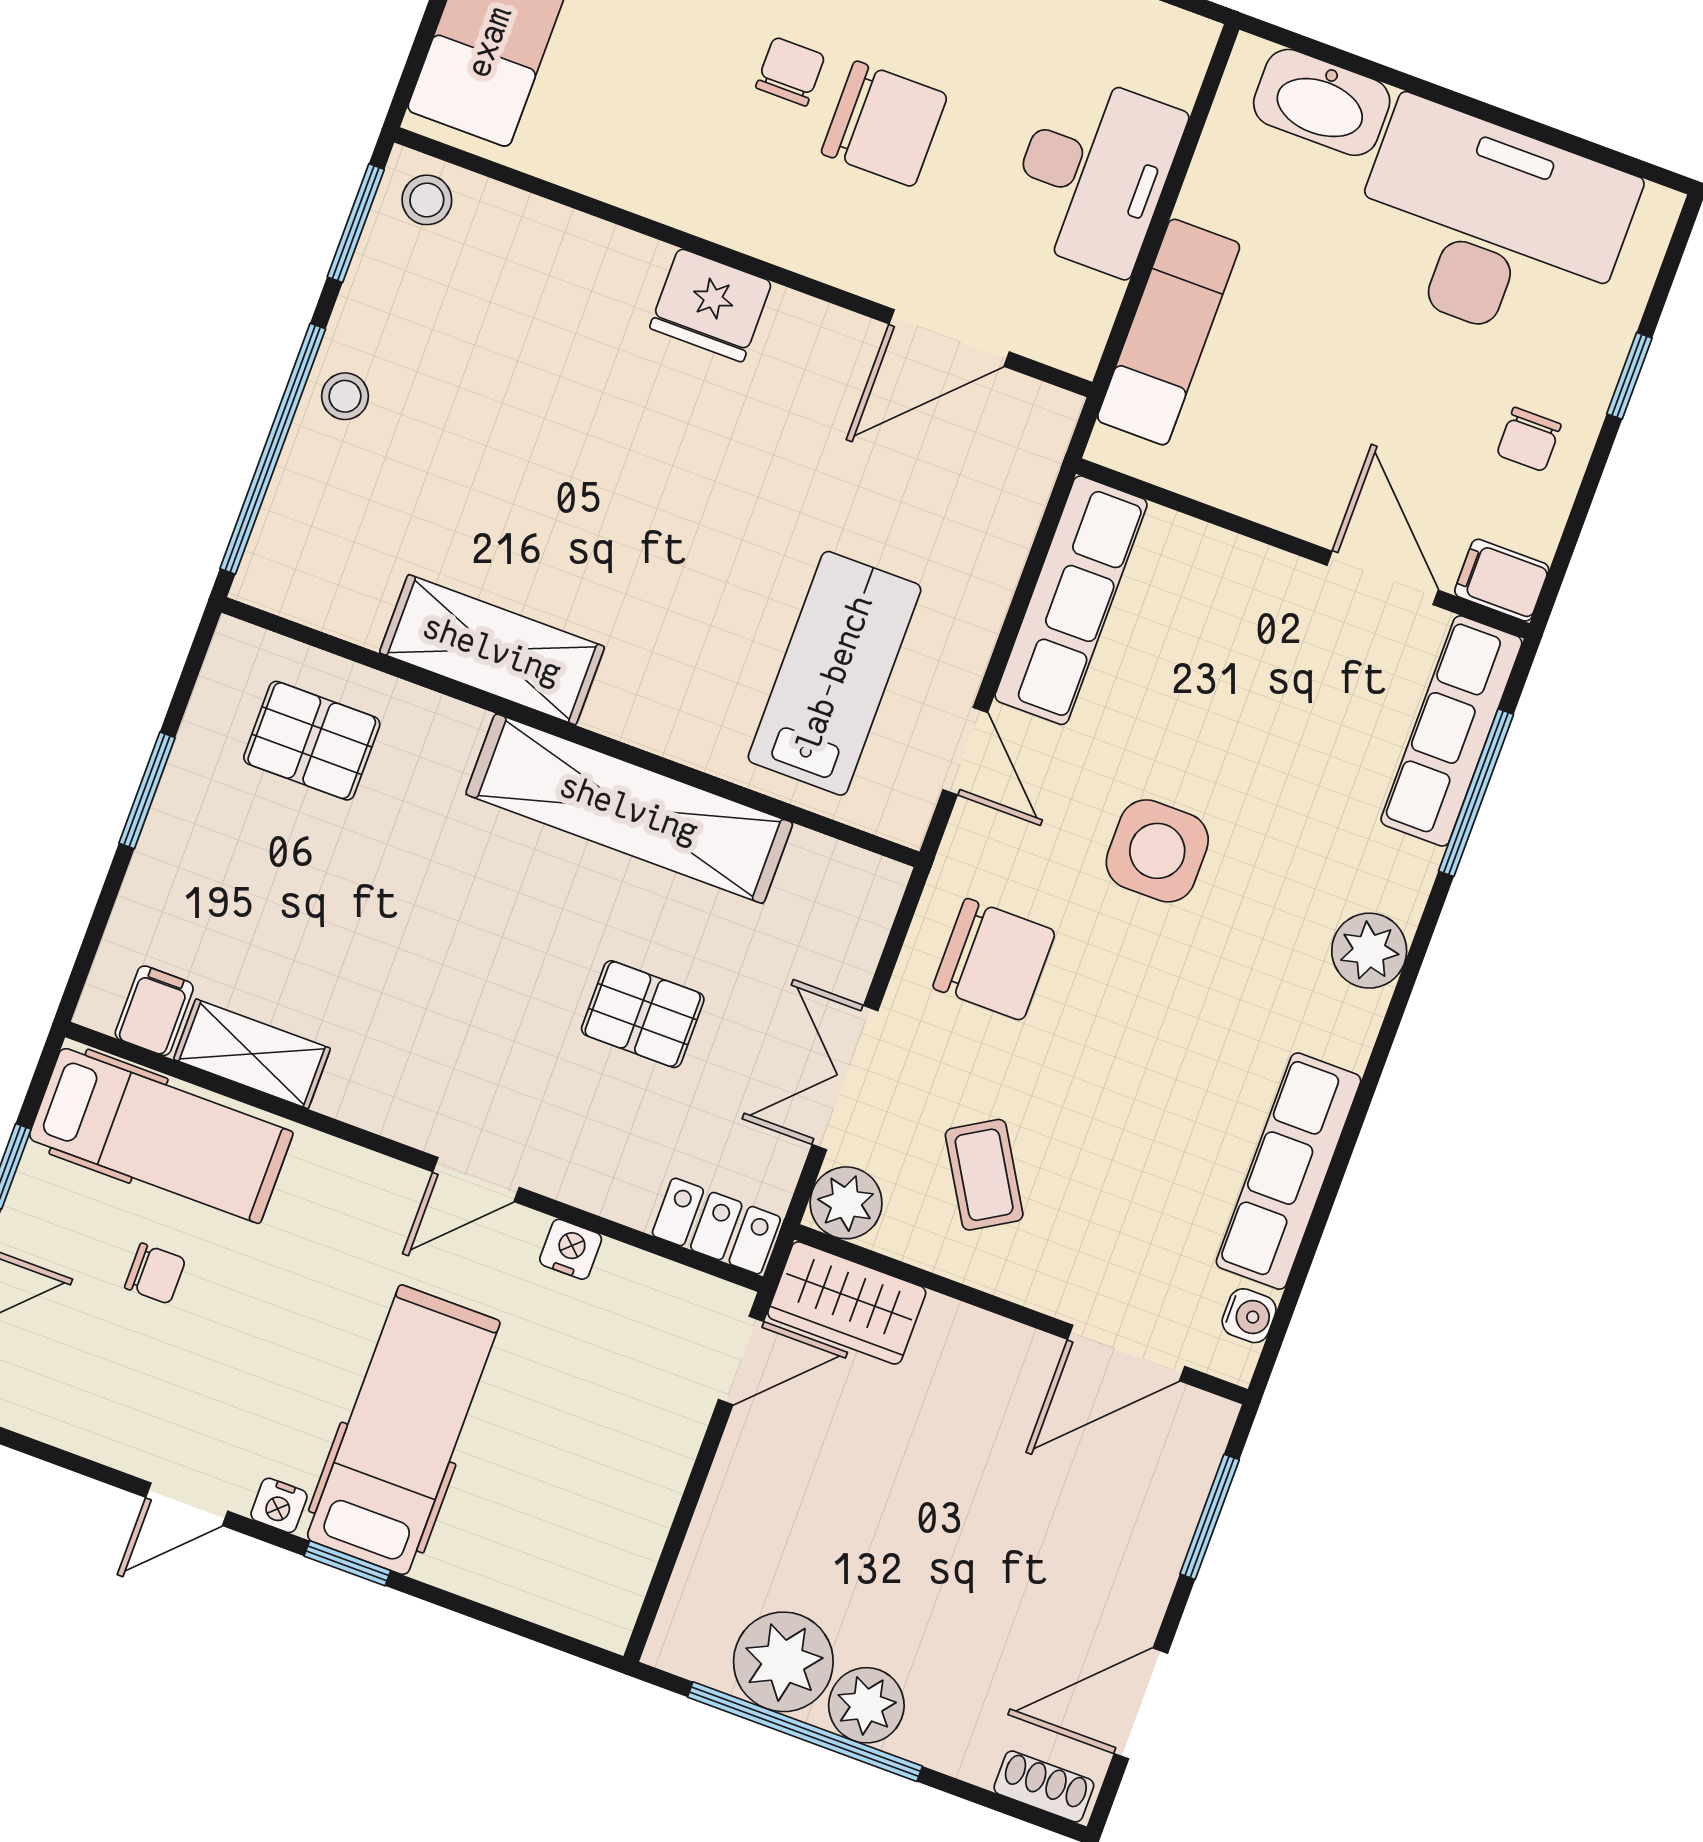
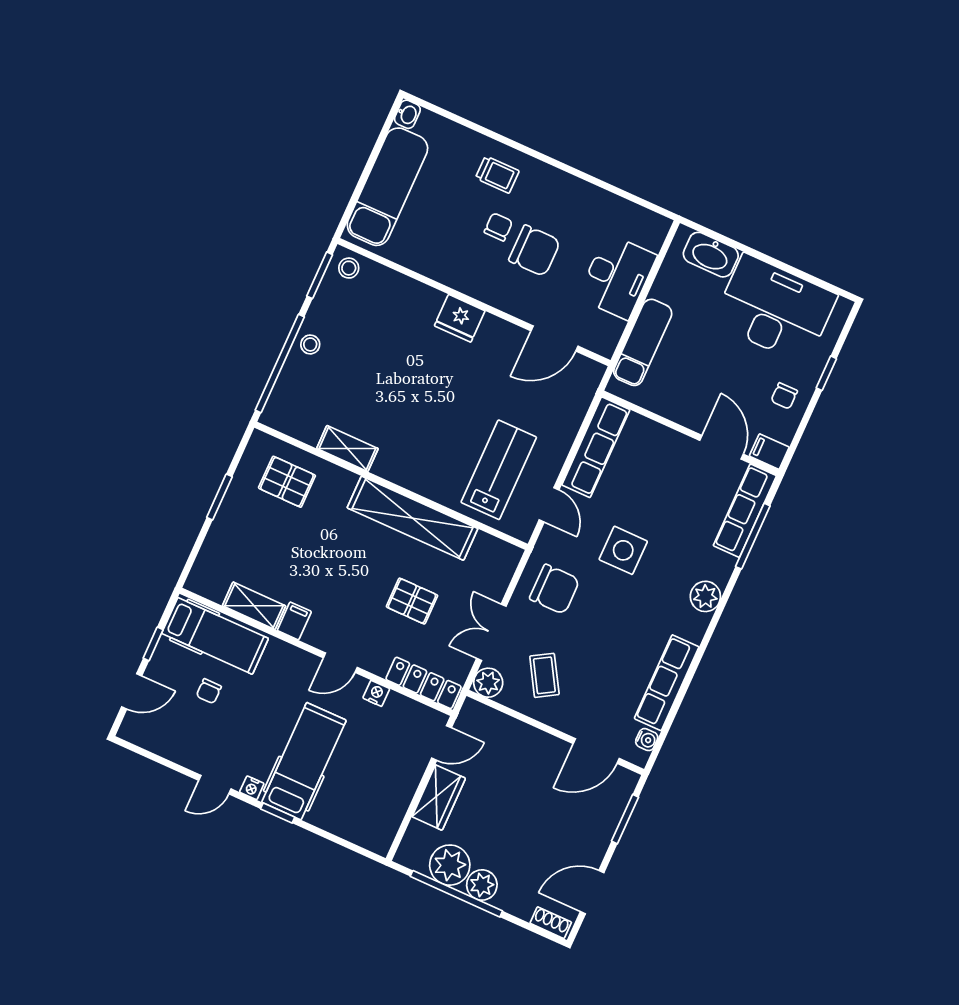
shelving: (492, 650) -> (347, 448), width x0.67, depth x0.75
filing cabinet: (154, 1011) -> (294, 621), moved
locker: (716, 1226) -> (424, 683), width x1.53
chair: (155, 1274) -> (209, 691), turned 90
wardrobe: (847, 1303) -> (439, 797), moved, turned -90

